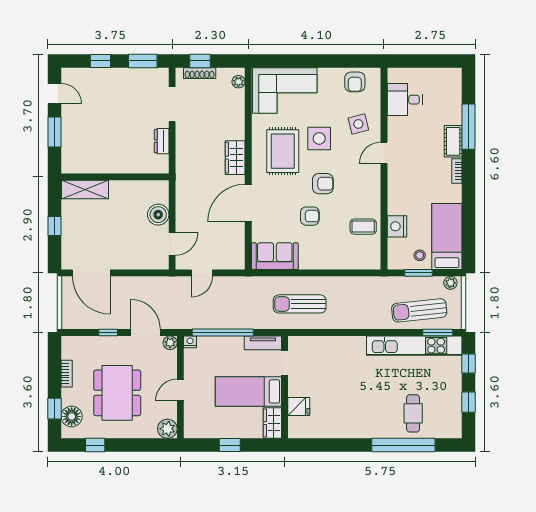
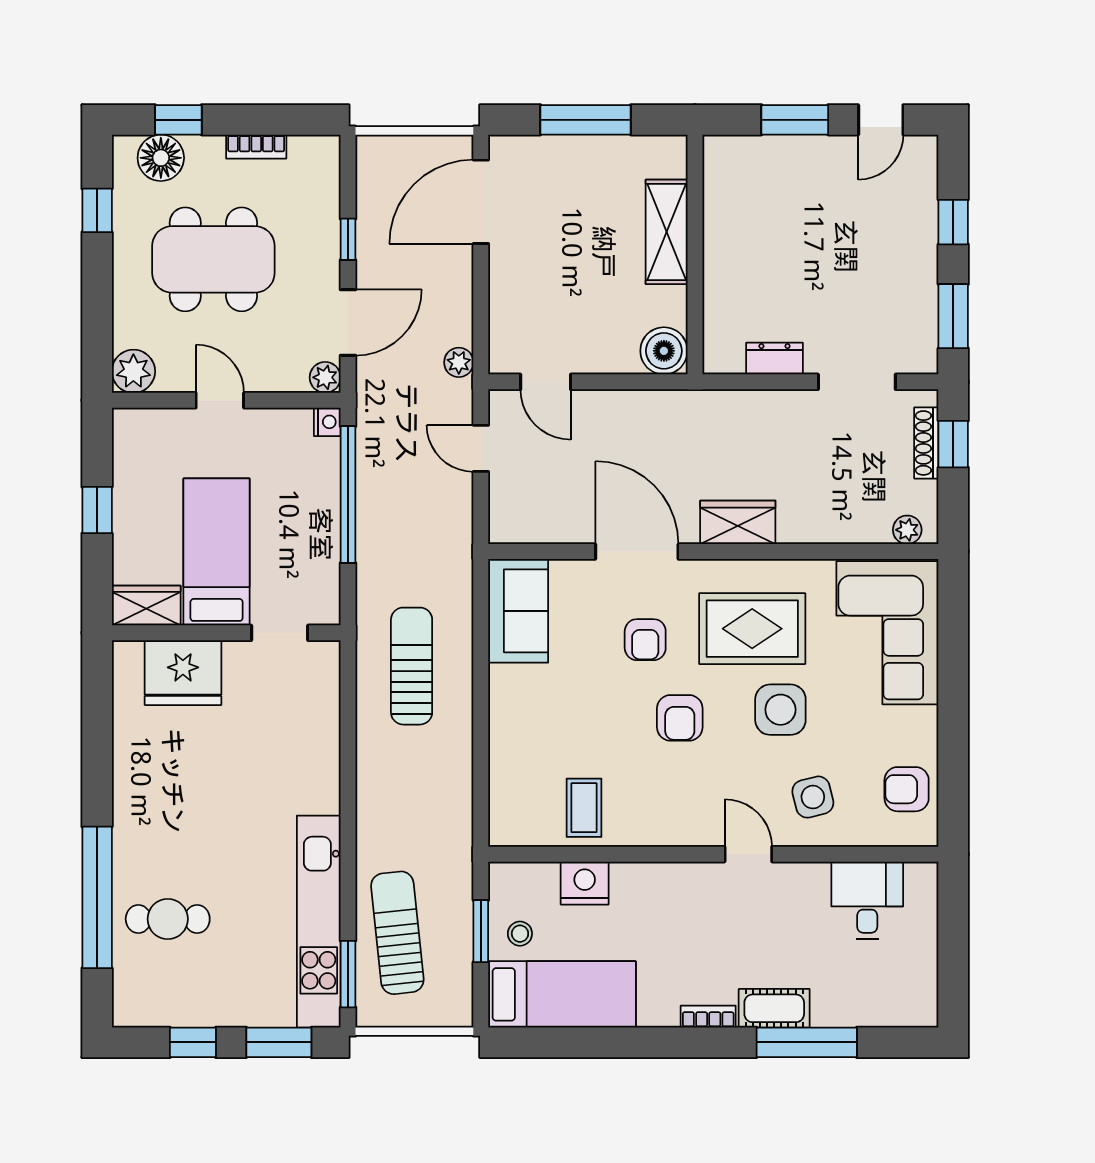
shelving: (85, 190) -> (667, 232), moved
boiler: (158, 215) -> (664, 351), moved
armchair: (310, 216) -> (645, 640), moved
window: (55, 226) -> (586, 120), width x2.17
plant: (450, 283) -> (459, 362), moved
tv unit: (263, 343) -> (325, 584), removed
window: (468, 363) -> (279, 1042), width x1.50
fridge: (299, 407) -> (183, 673), width x1.88, depth x1.34

